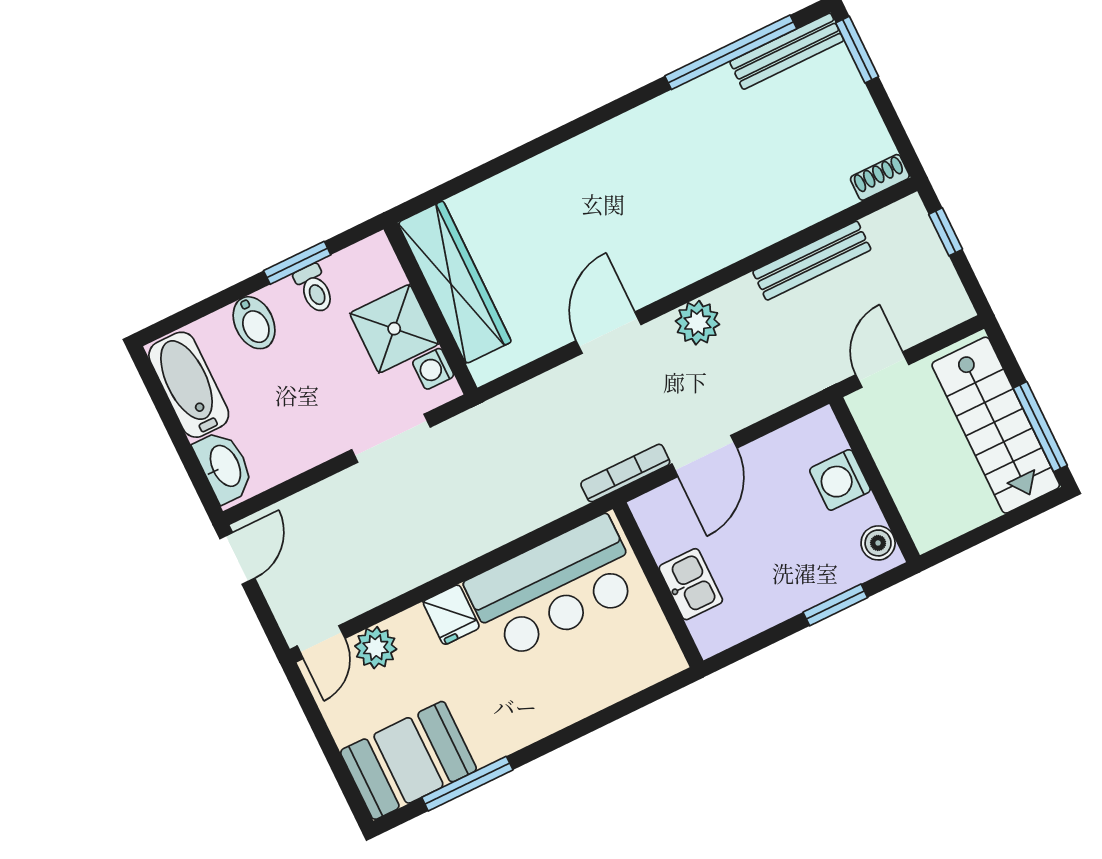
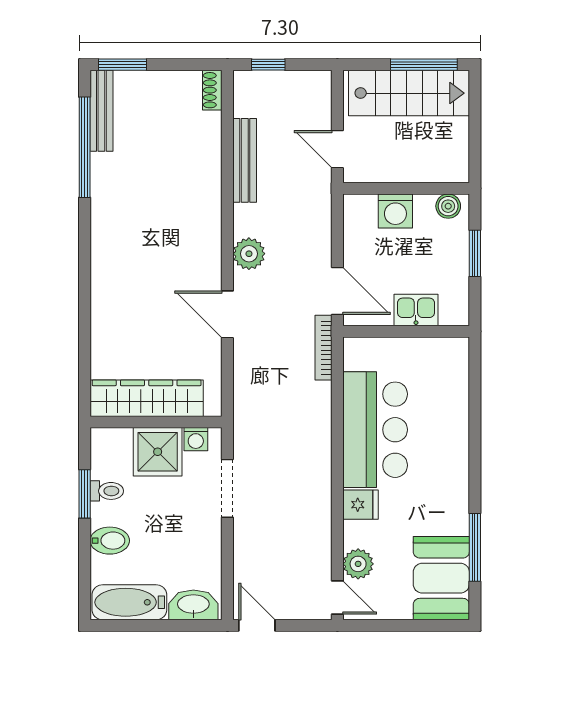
kitchen sink: (691, 584) -> (416, 310), moved
wall: (658, 585) -> (406, 331), moved

